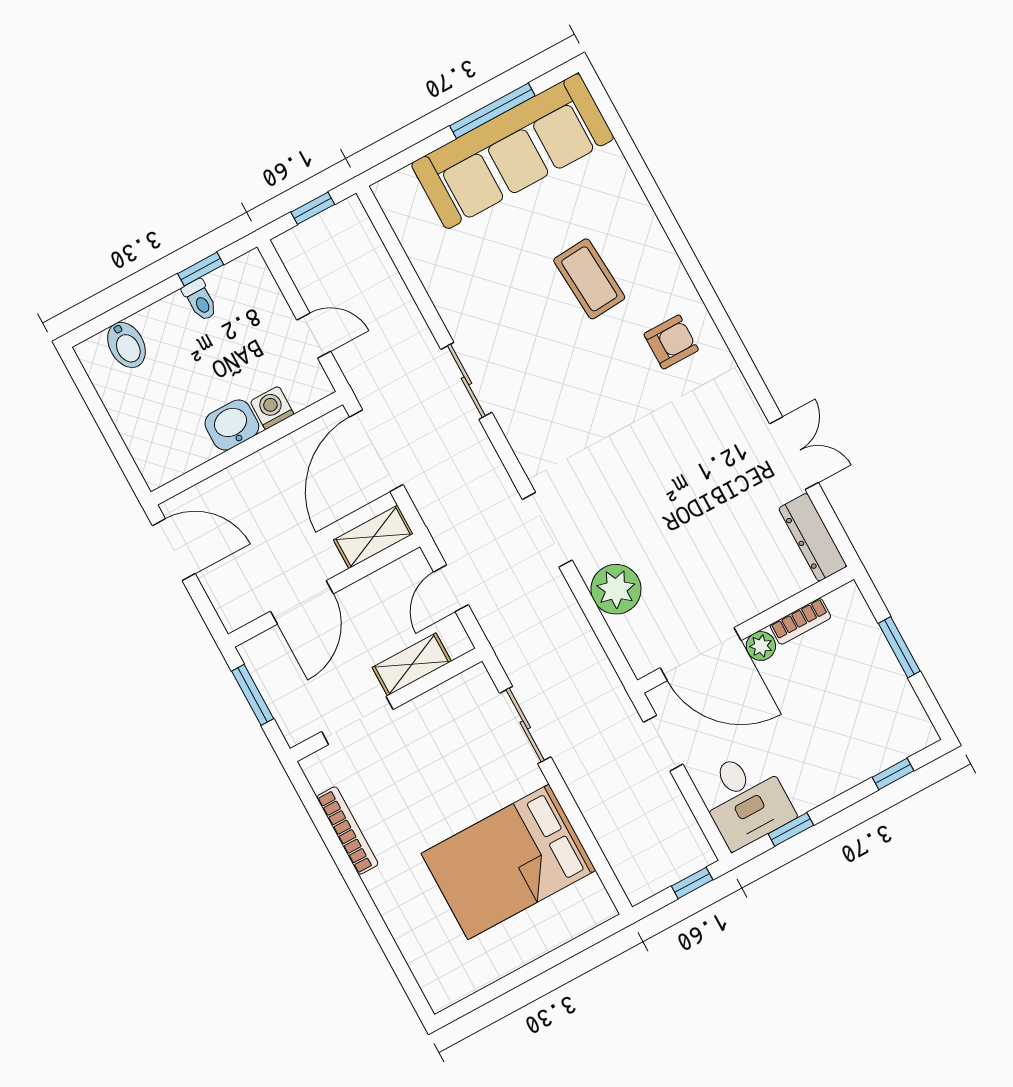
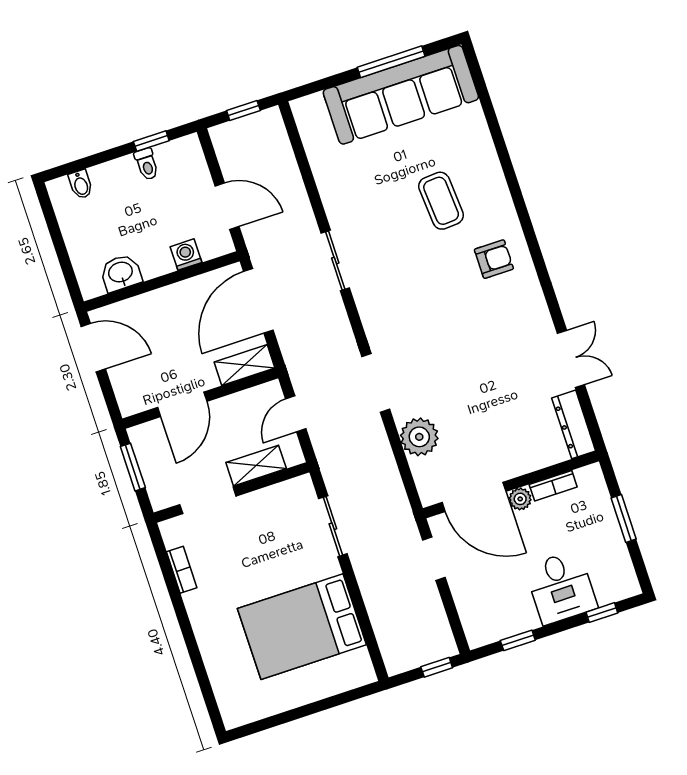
door: (314, 336) -> (227, 206), width x1.38
bidet: (126, 345) -> (81, 184), width x0.72, depth x0.74
washbasin: (232, 425) -> (121, 273), moved
desk: (745, 799) -> (561, 587), moved
bookcase: (347, 831) -> (182, 570), width x0.64

